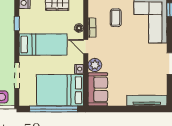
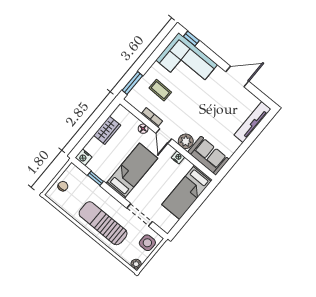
door: (86, 47) -> (164, 136), hinge flipped
bed: (60, 90) -> (187, 192), width x0.67
window: (54, 109) -> (194, 207), removed

